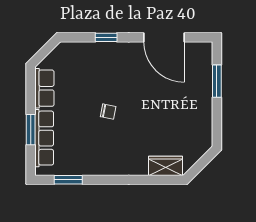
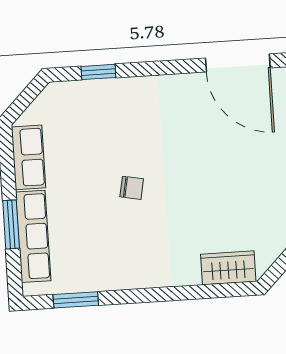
window: (106, 37) -> (98, 72), moved
door: (164, 37) -> (238, 63), moved

